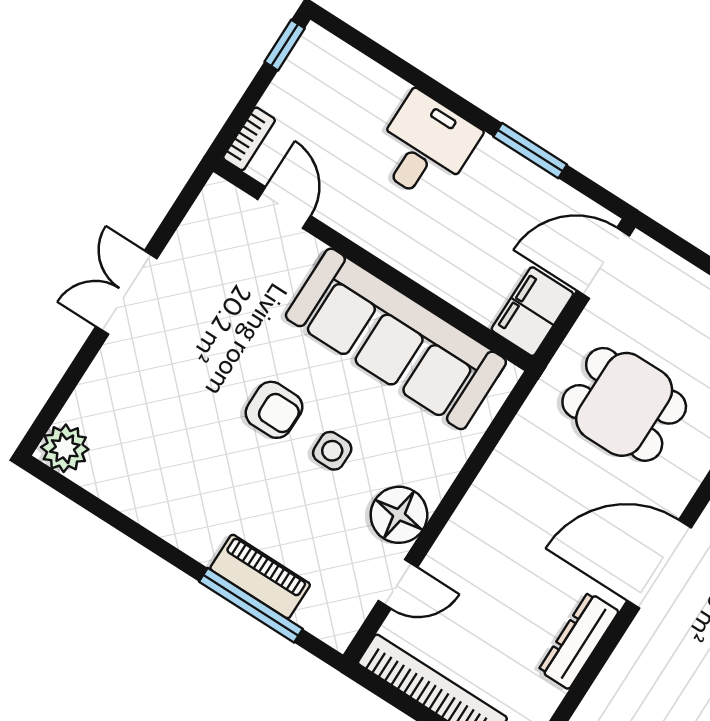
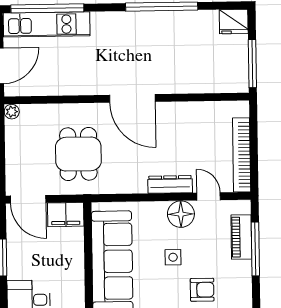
armchair: (274, 410) -> (202, 290), moved, turned 90
piano: (260, 577) -> (241, 237), moved
dresser: (579, 641) -> (170, 184), moved, turned 180

